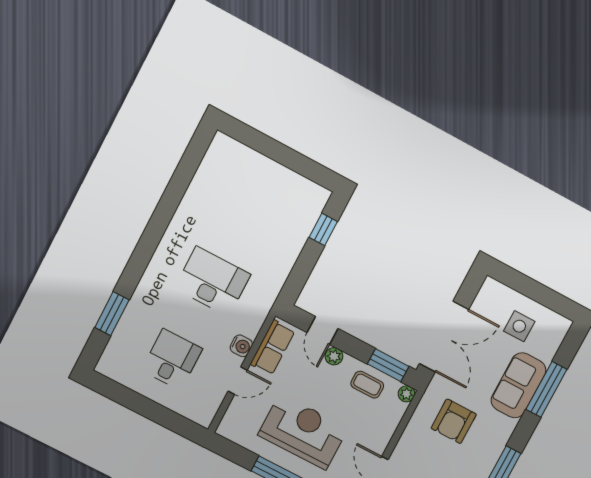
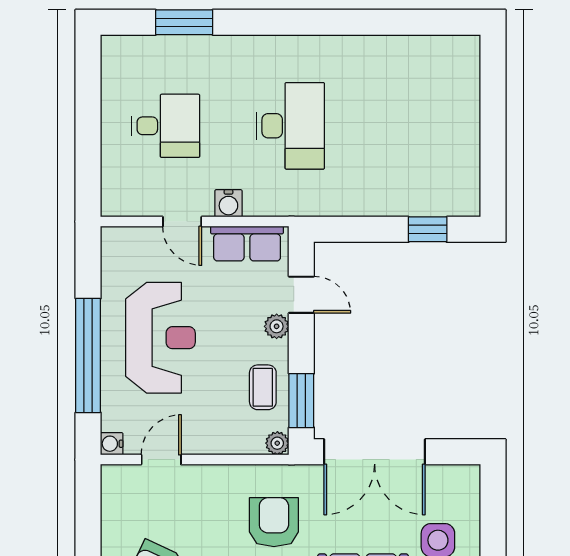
door: (322, 331) -> (301, 295), swing flipped
armchair: (454, 421) -> (274, 522), turned 90

